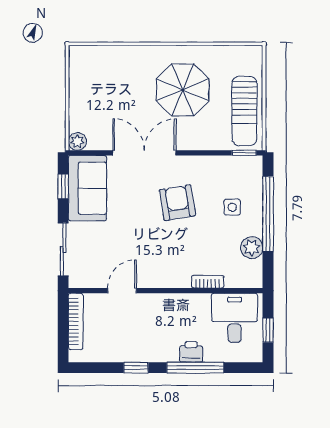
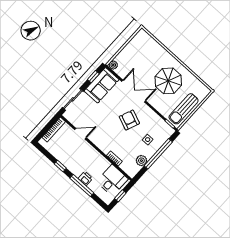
armchair: (177, 203) -> (129, 120), turned -59

